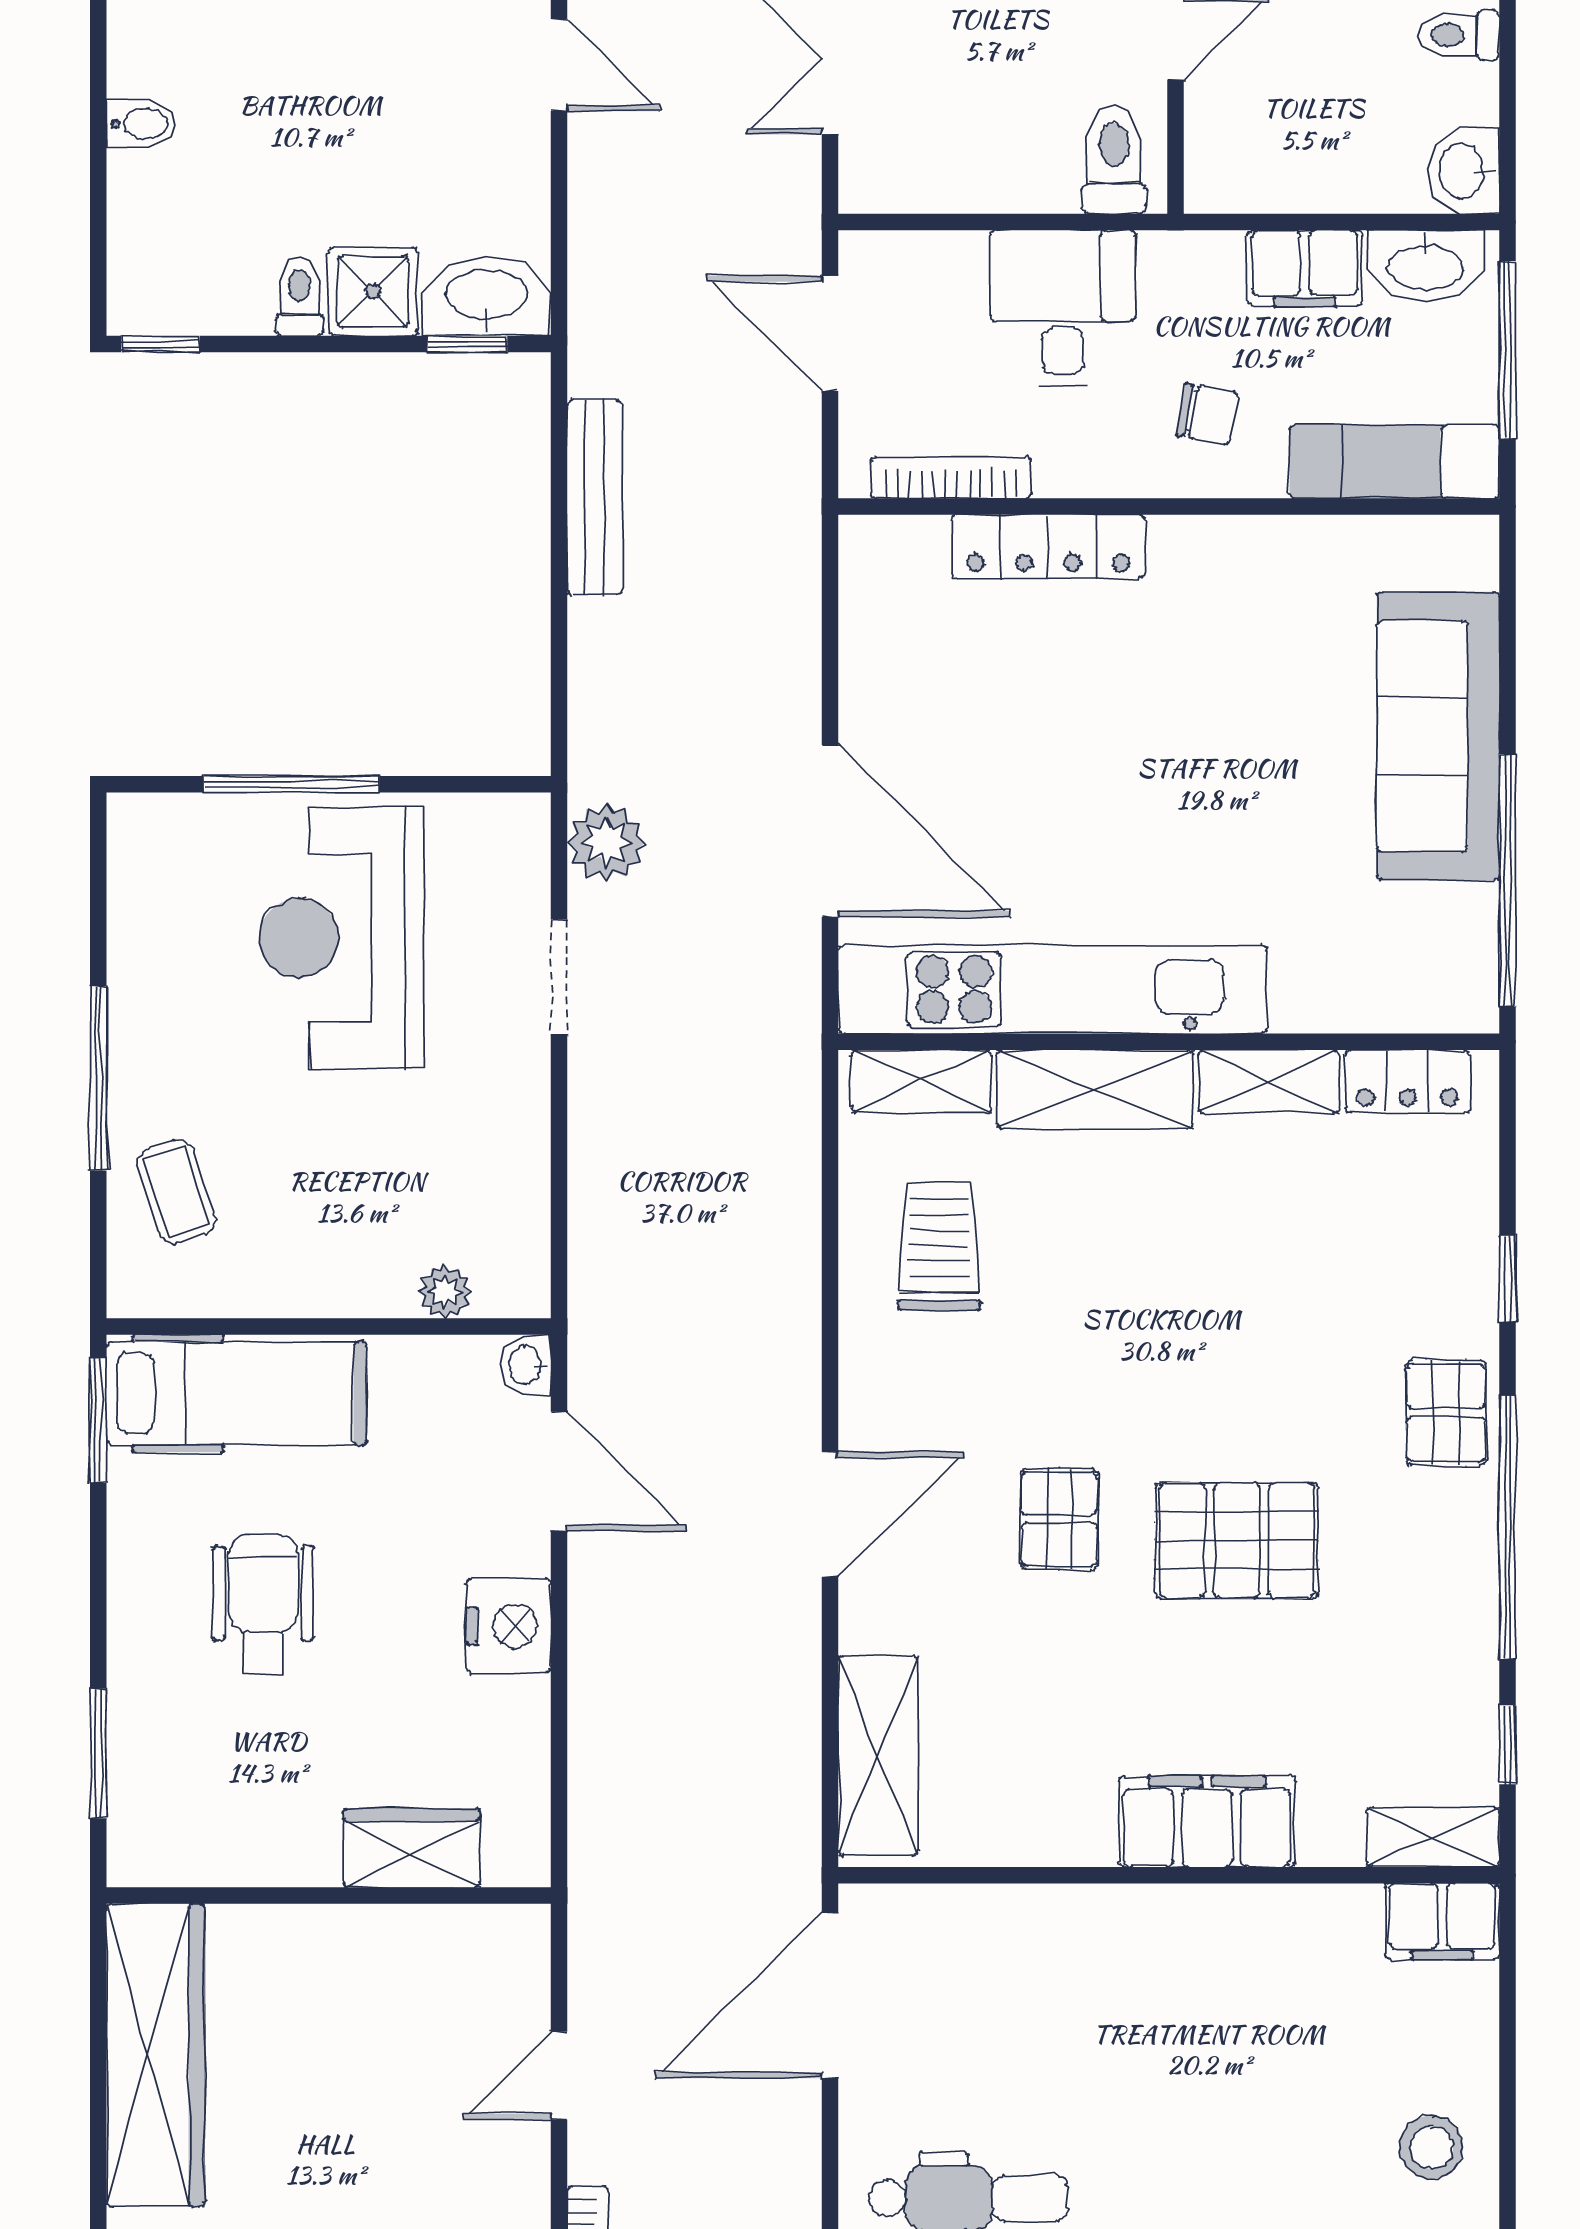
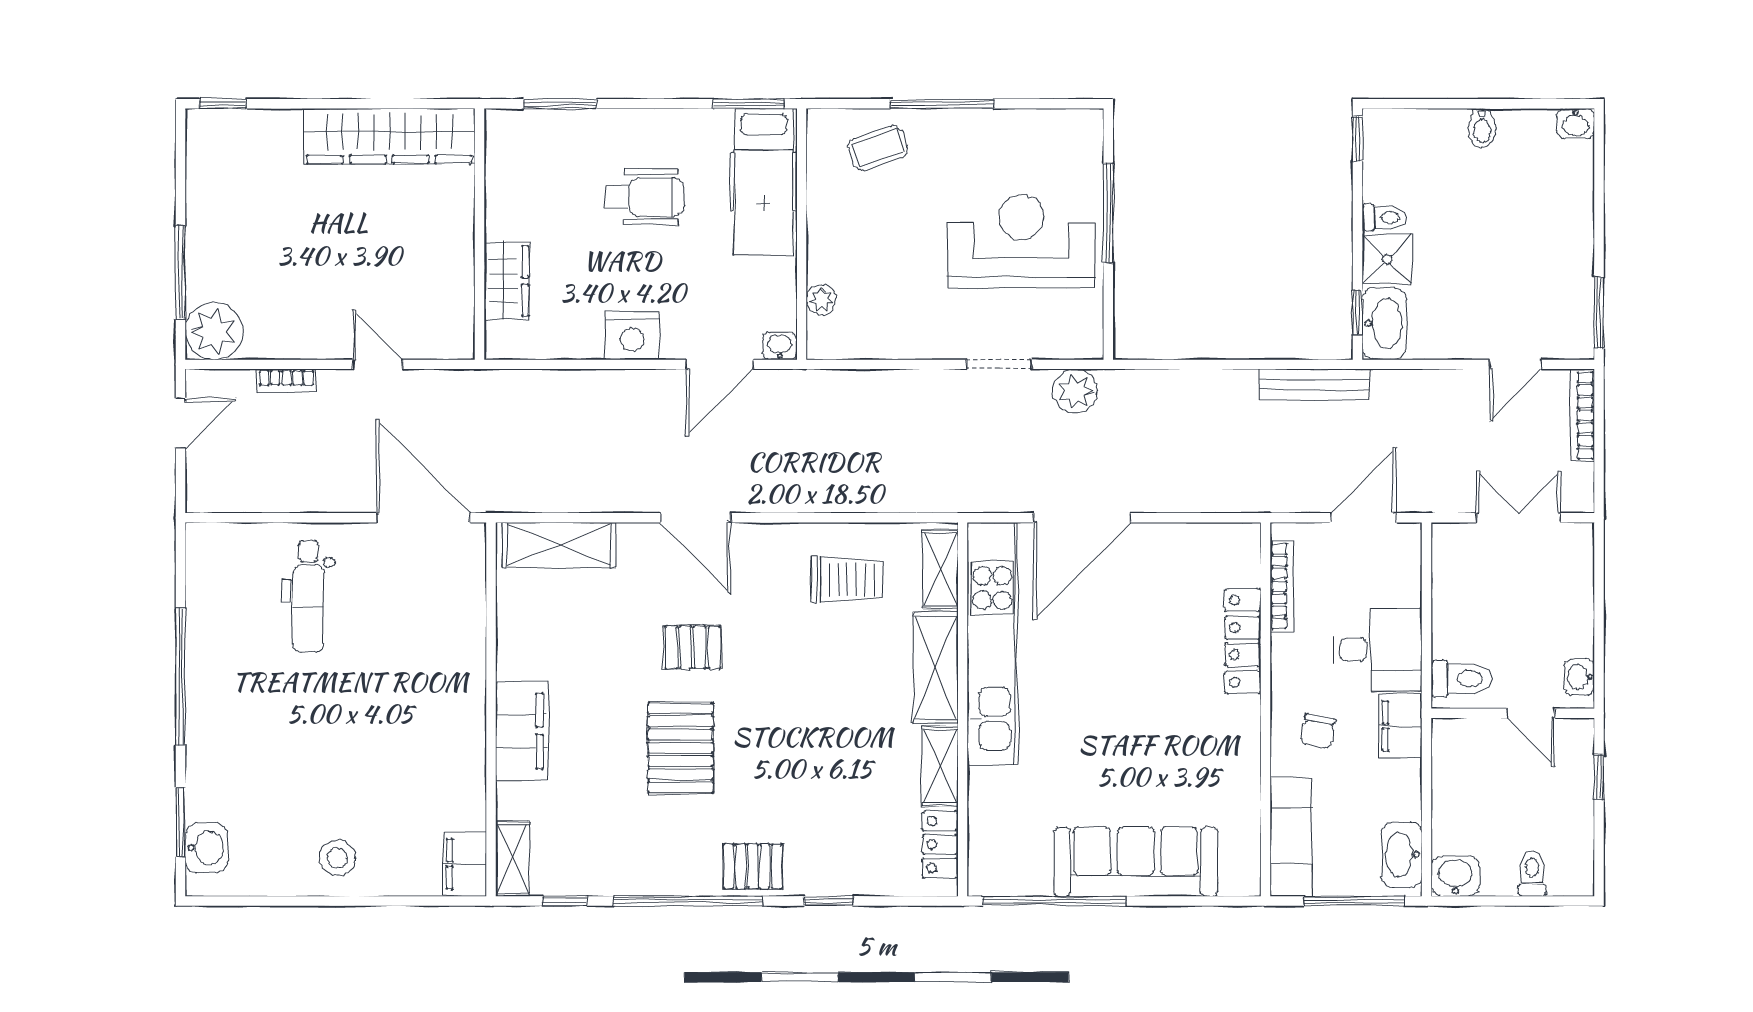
filing cabinet: (1305, 268) -> (1400, 726), moved
bench: (594, 498) -> (1315, 384), moved

